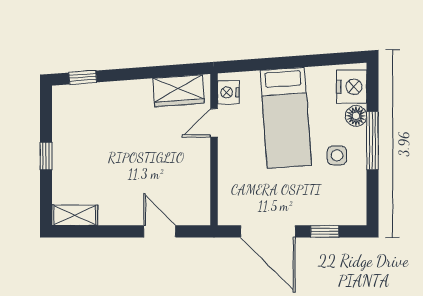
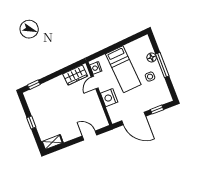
nightstand: (352, 87) -> (109, 98), moved, turned 180

